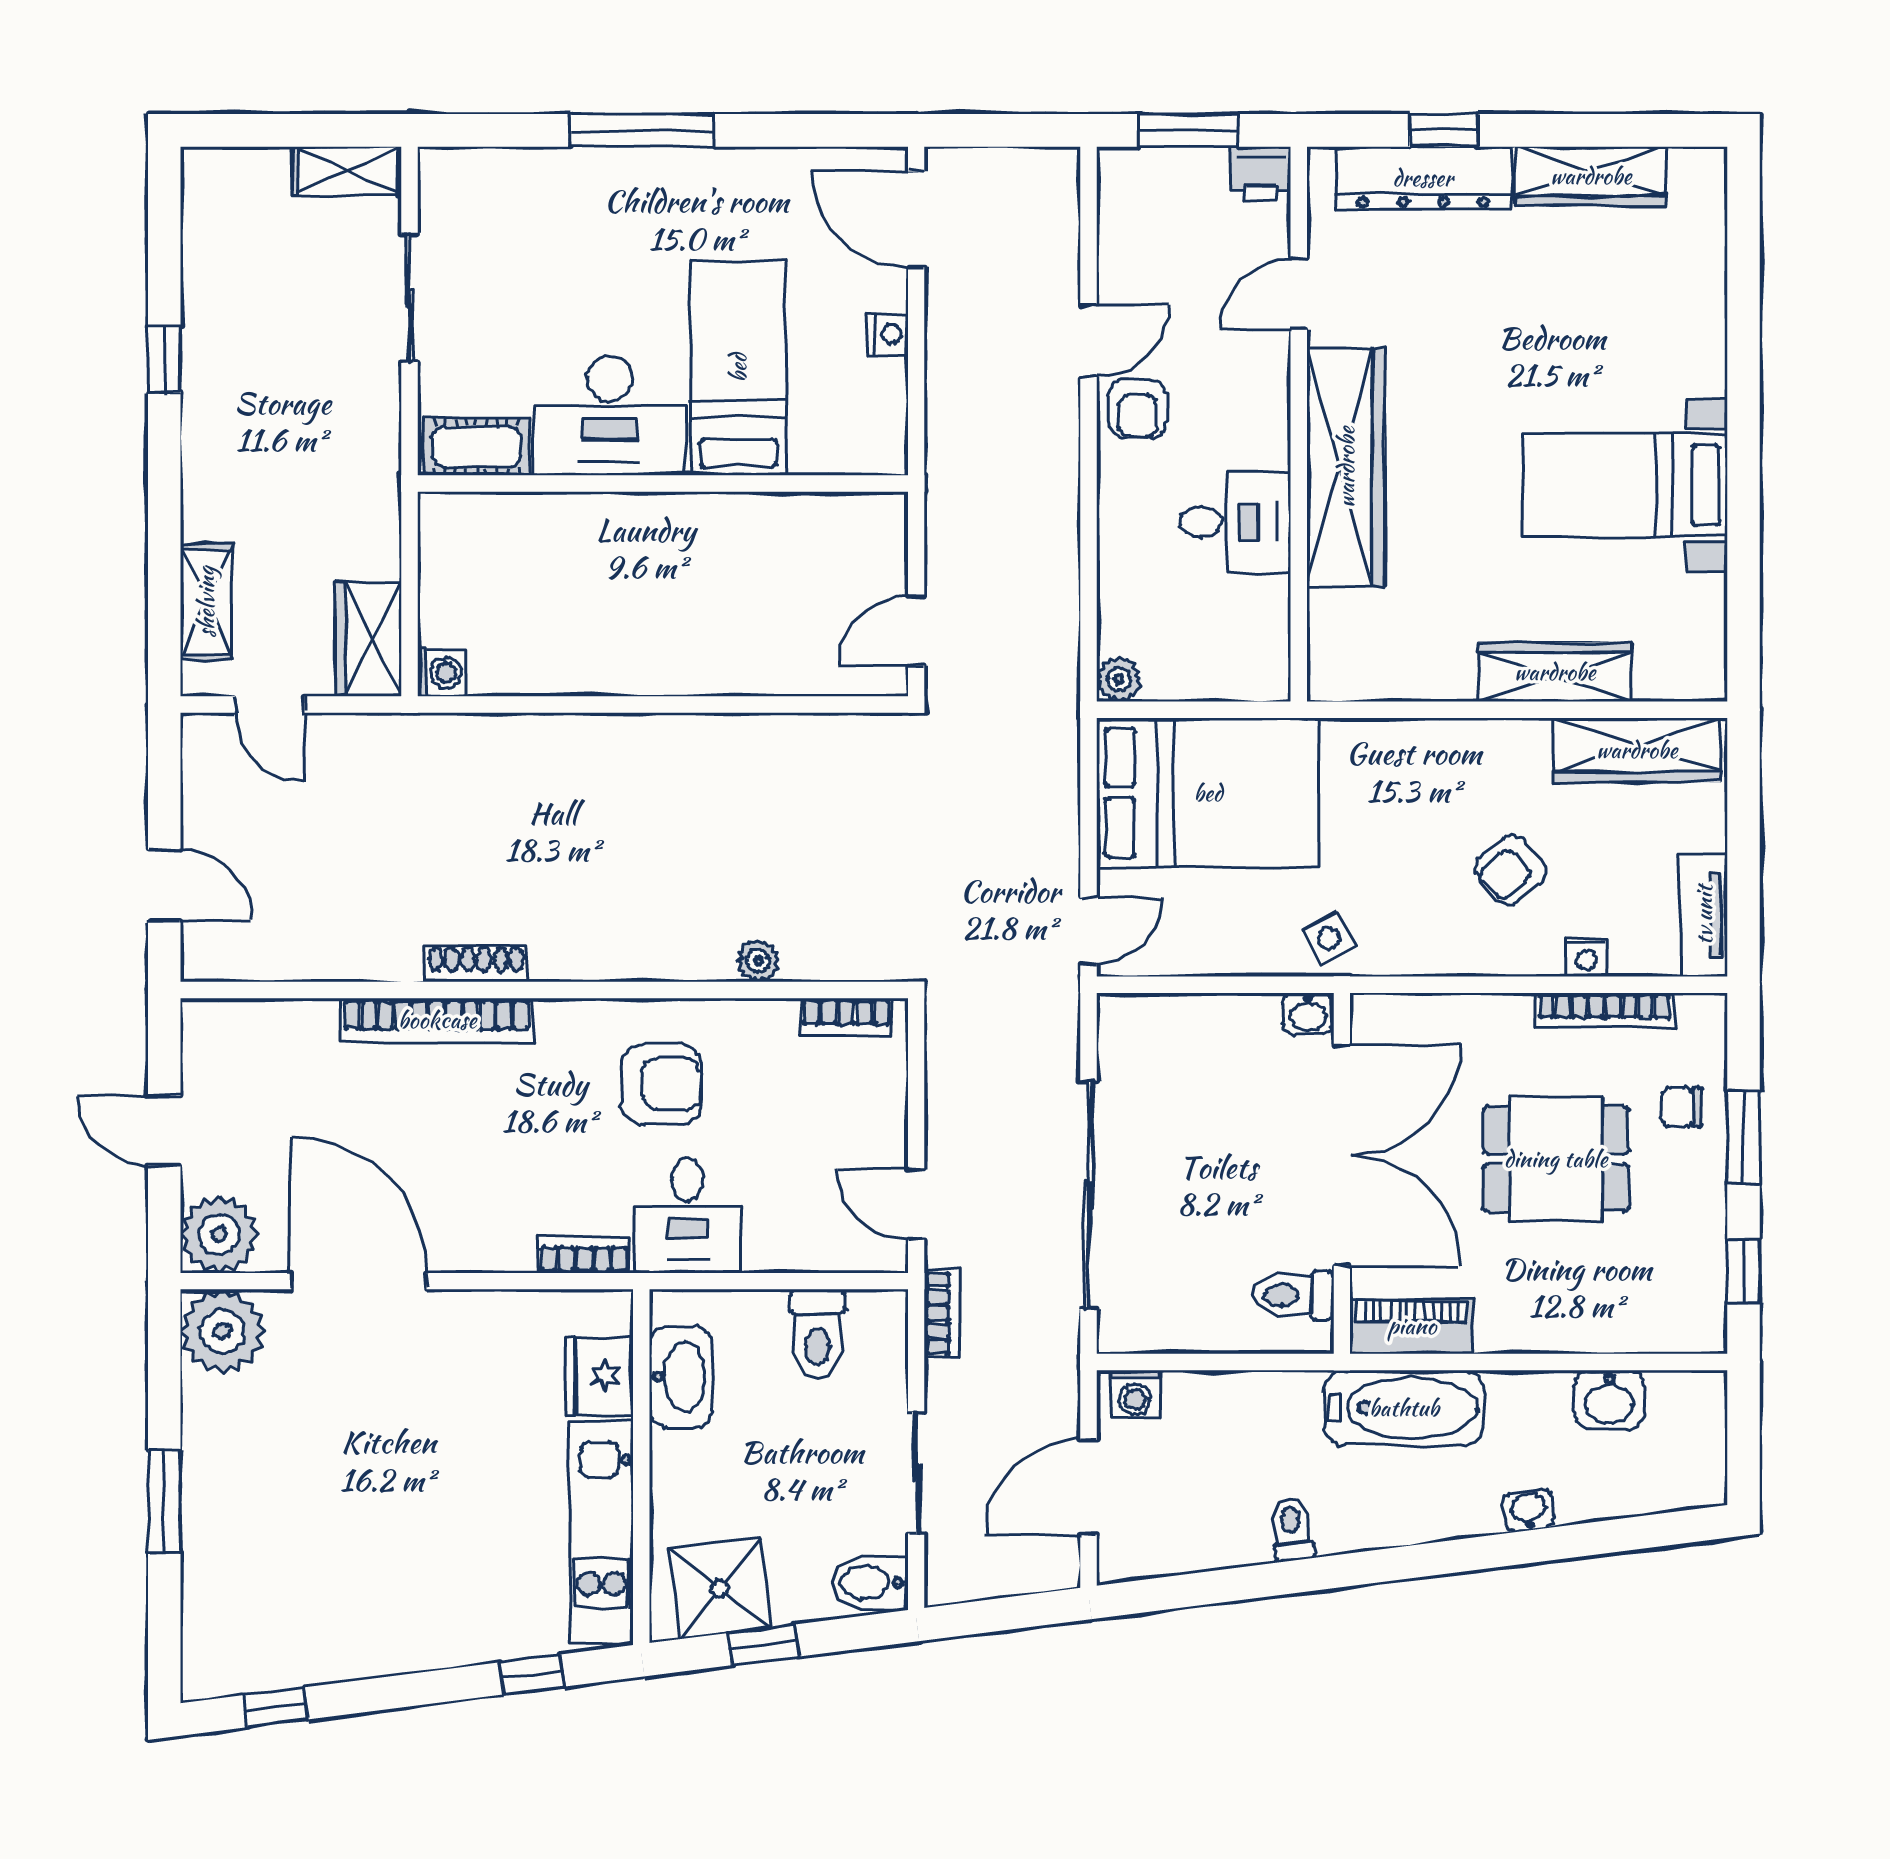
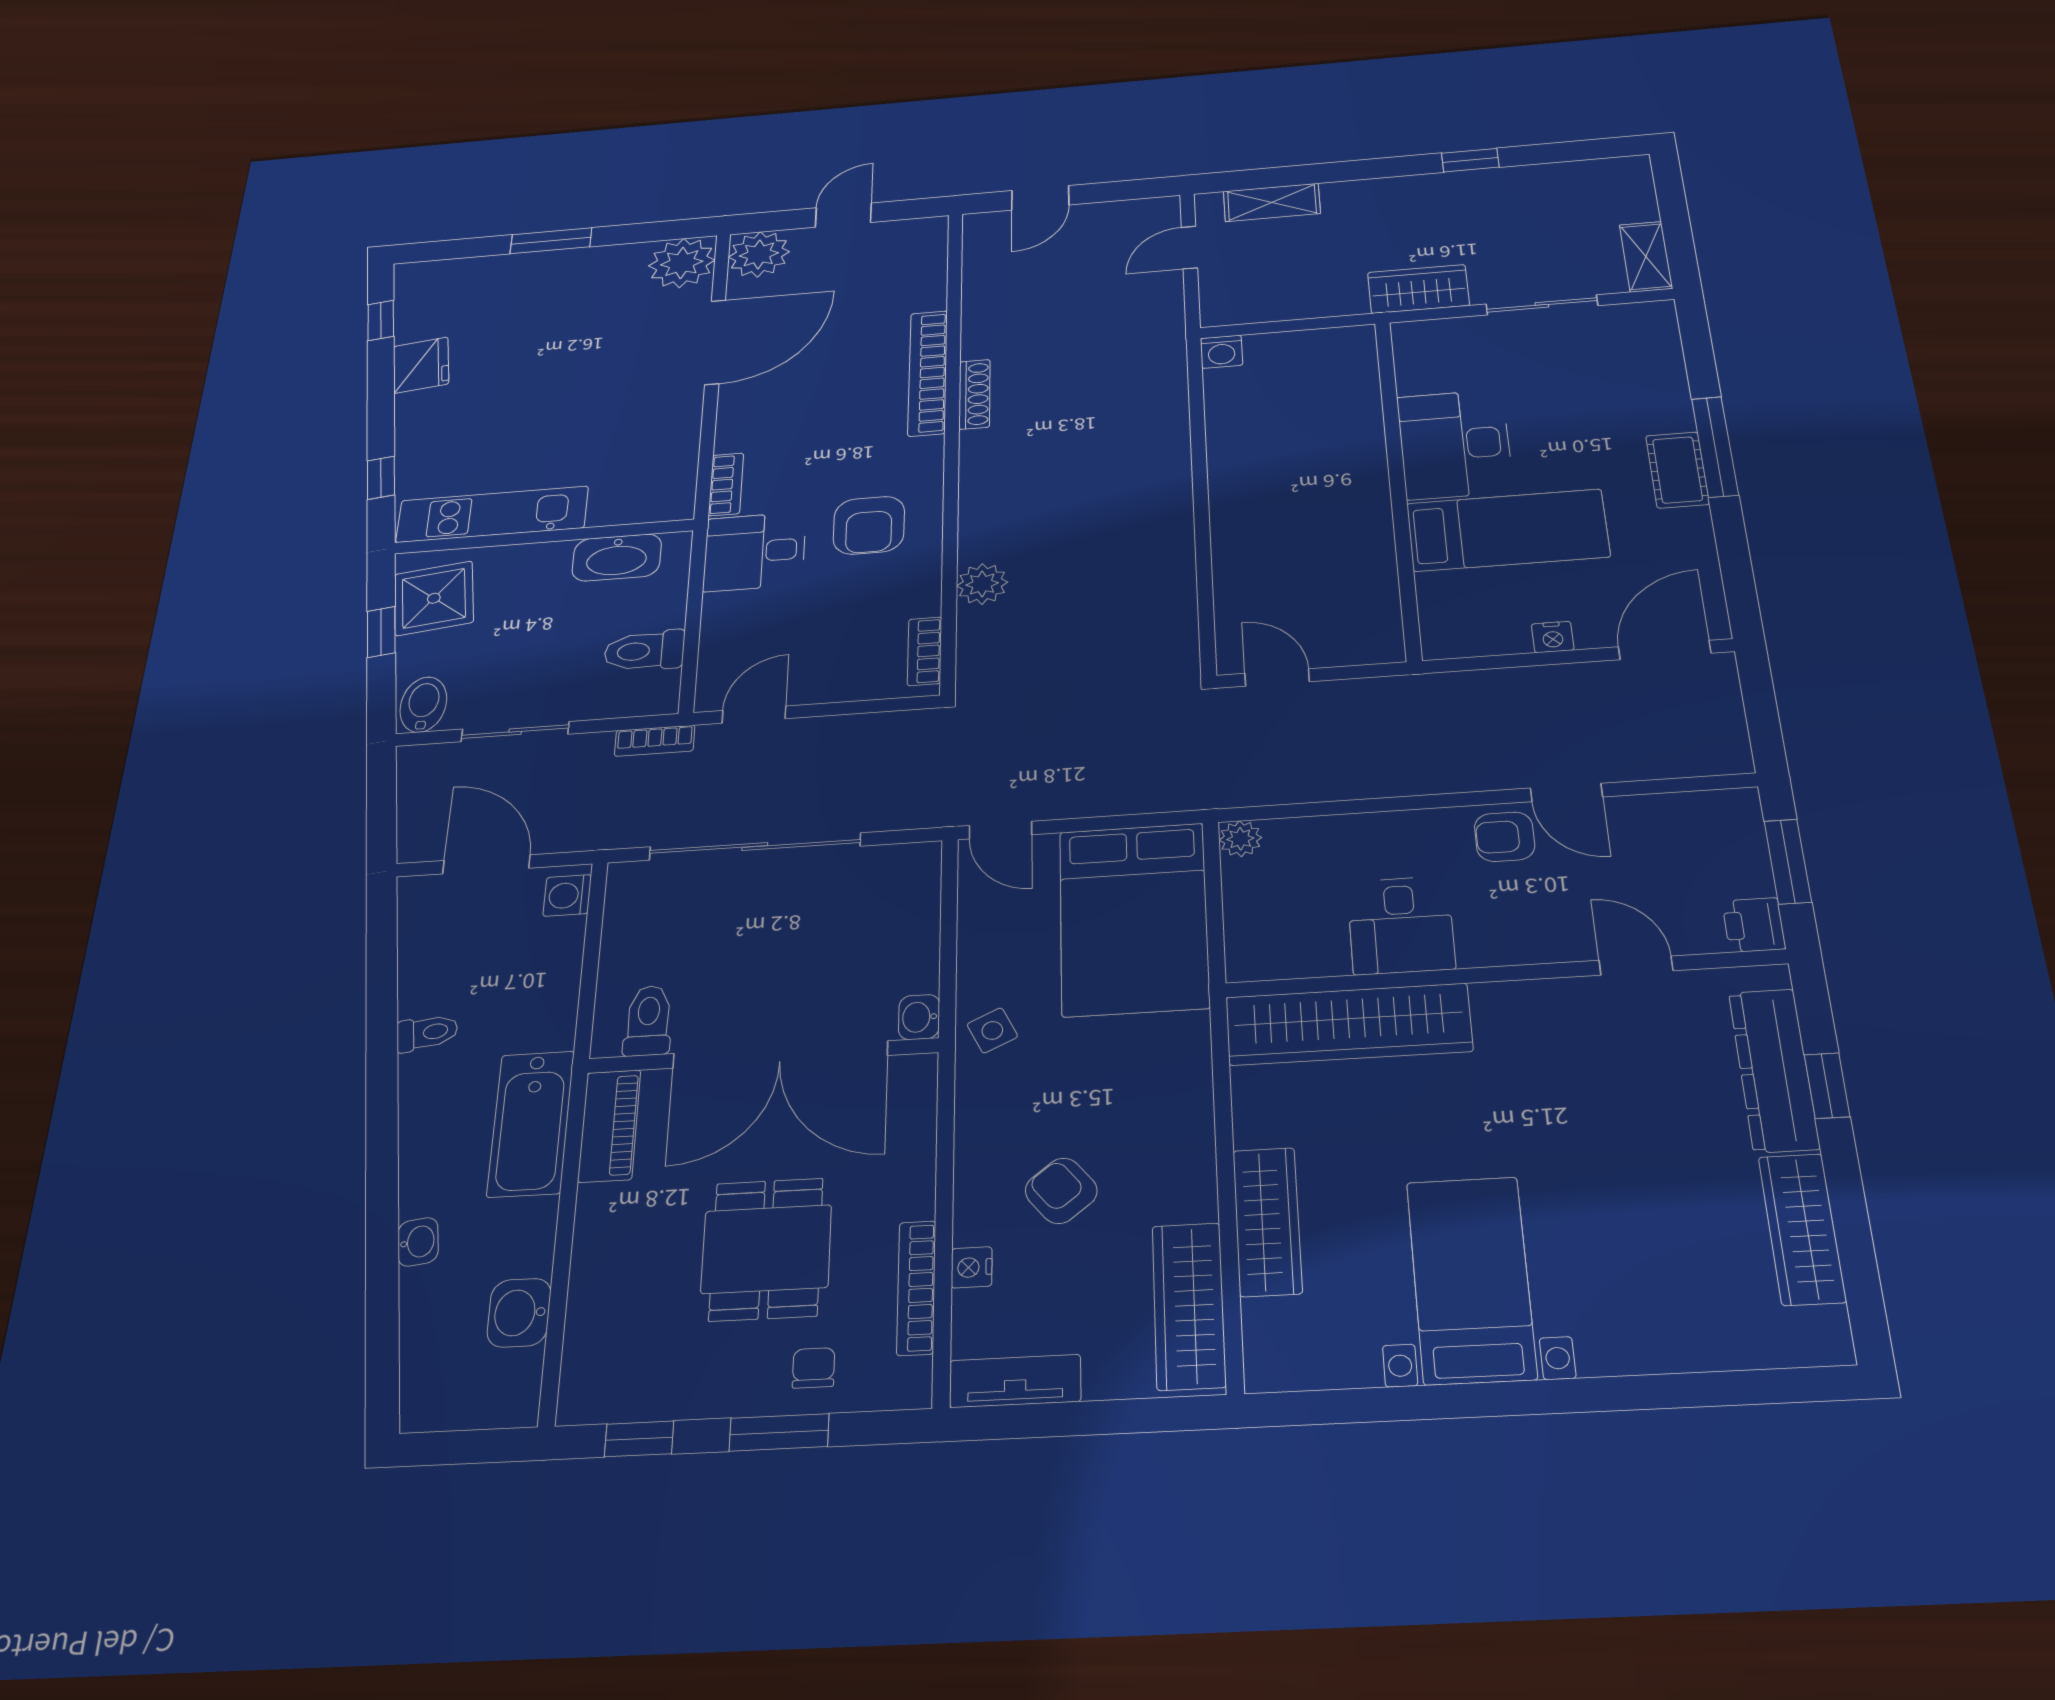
cot: (477, 447) -> (1677, 470), moved
wardrobe: (1346, 467) -> (1348, 1024), moved
wardrobe: (368, 639) -> (1418, 289), moved
plant: (759, 961) -> (982, 584), width x1.38, depth x1.38
fridge: (599, 1376) -> (421, 365), moved, turned 83

